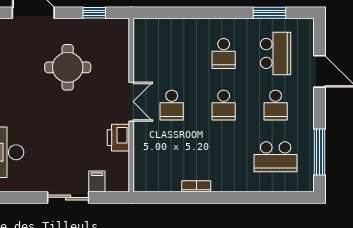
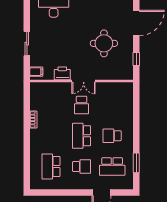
school desk: (172, 105) -> (82, 105), turned -90
school desk: (224, 105) -> (82, 136), width x1.85
school desk: (276, 105) -> (82, 166), turned 180
window: (320, 152) -> (54, 193), removed
filing cabinet: (97, 182) -> (36, 72), moved

